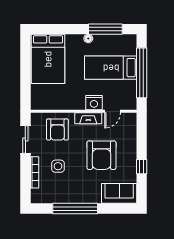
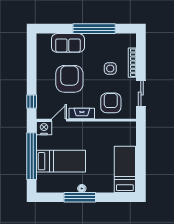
window: (105, 29) -> (80, 197), moved
bed: (48, 59) -> (125, 169), width x0.67
nightstand: (94, 103) -> (44, 128), moved
window: (142, 167) -> (32, 102), moved
sofa: (119, 193) -> (68, 43), moved

